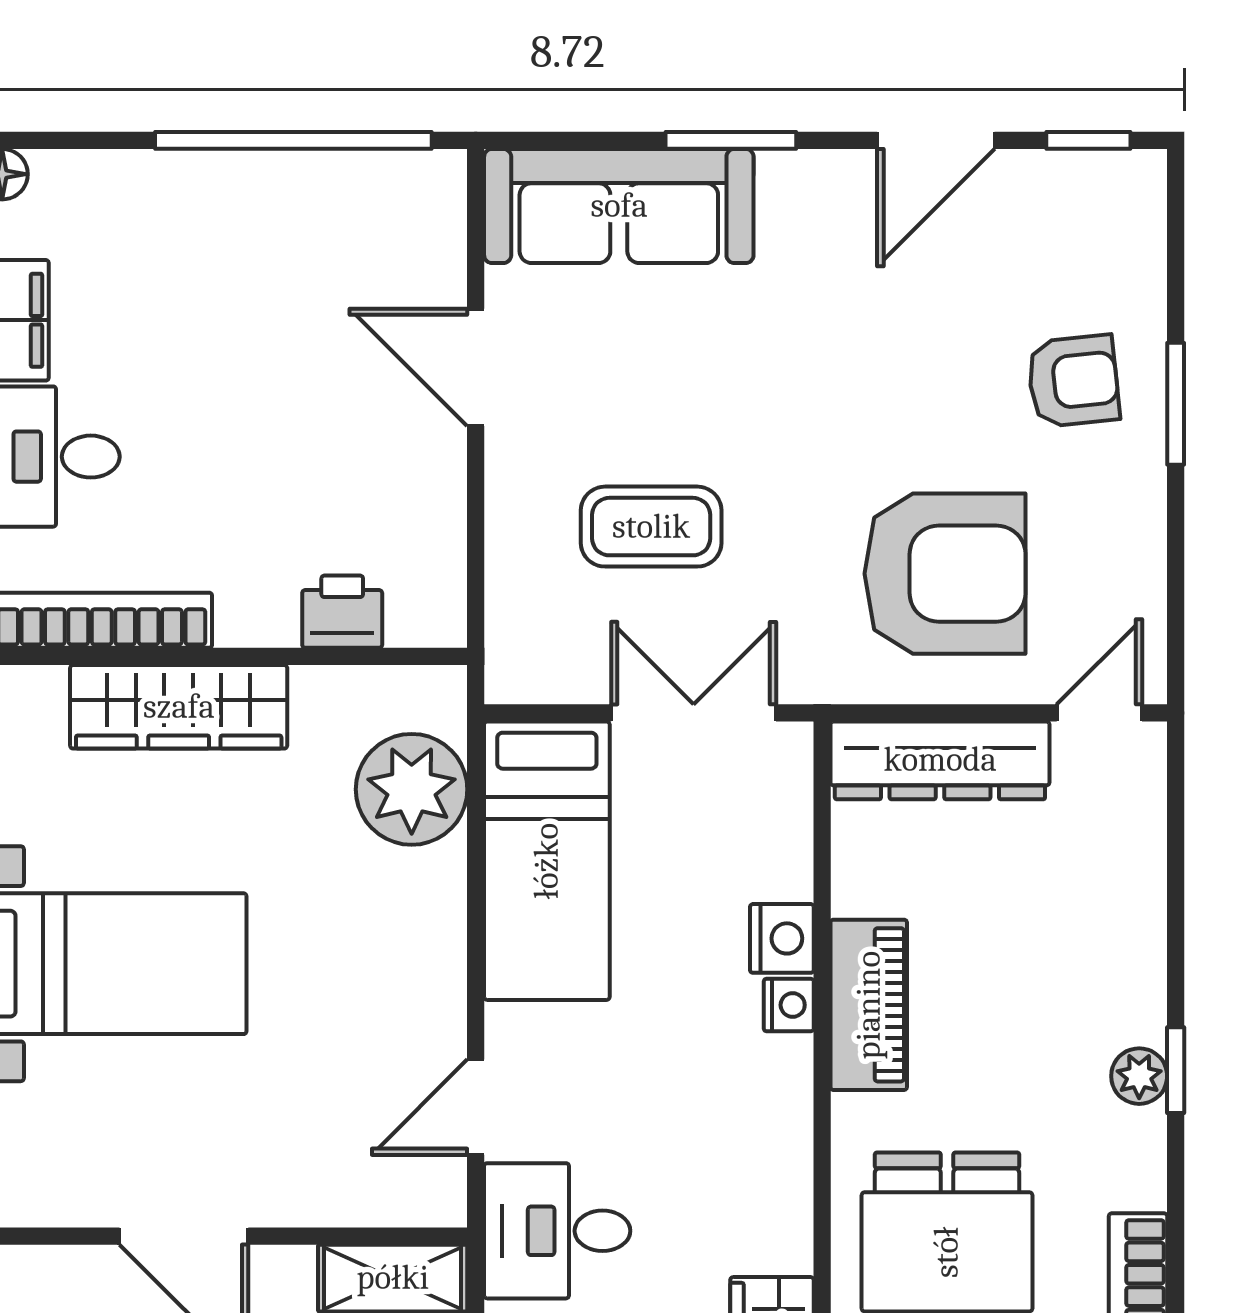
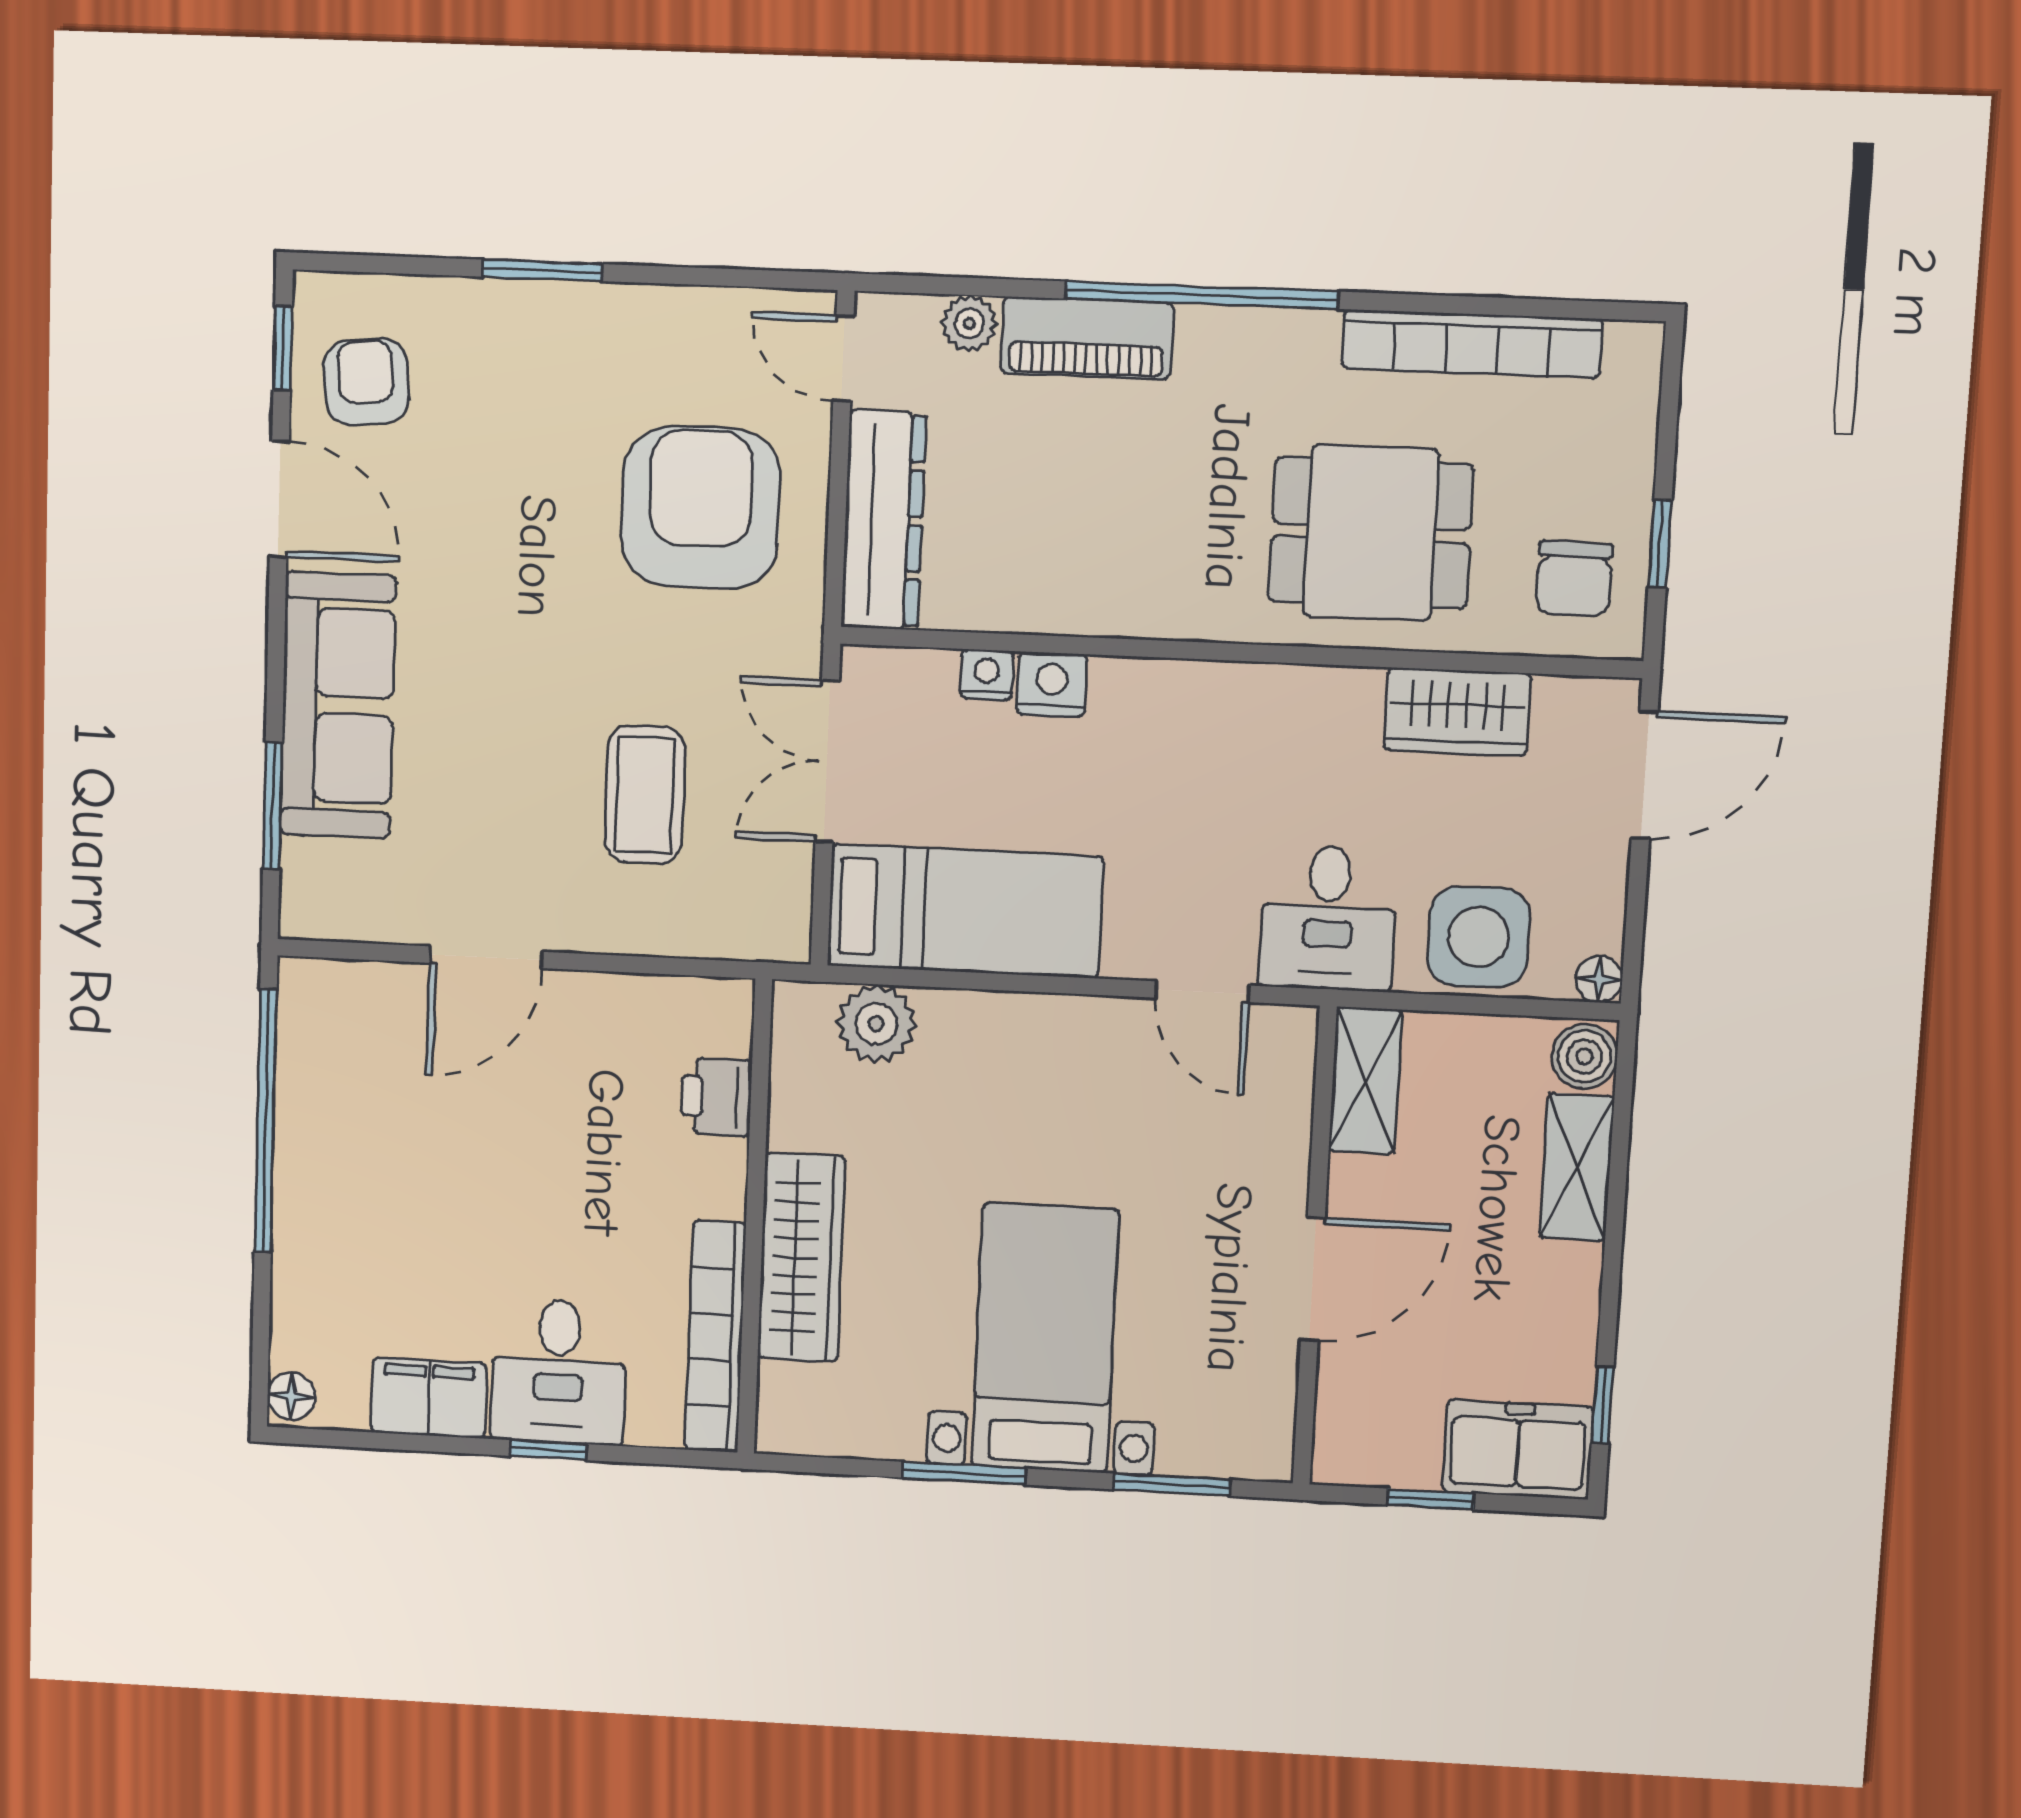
window: (731, 140) -> (273, 806), moved
sofa: (619, 206) -> (338, 705), moved
armchair: (1073, 381) -> (366, 382), moved
plant: (412, 789) -> (876, 1024), width x0.73, depth x0.73
nightstand: (789, 1005) -> (987, 675), moved
piano: (869, 1005) -> (1087, 338), moved, turned 180
window: (1176, 1070) -> (1202, 295), width x3.17
plant: (1139, 1076) -> (969, 323), moved

